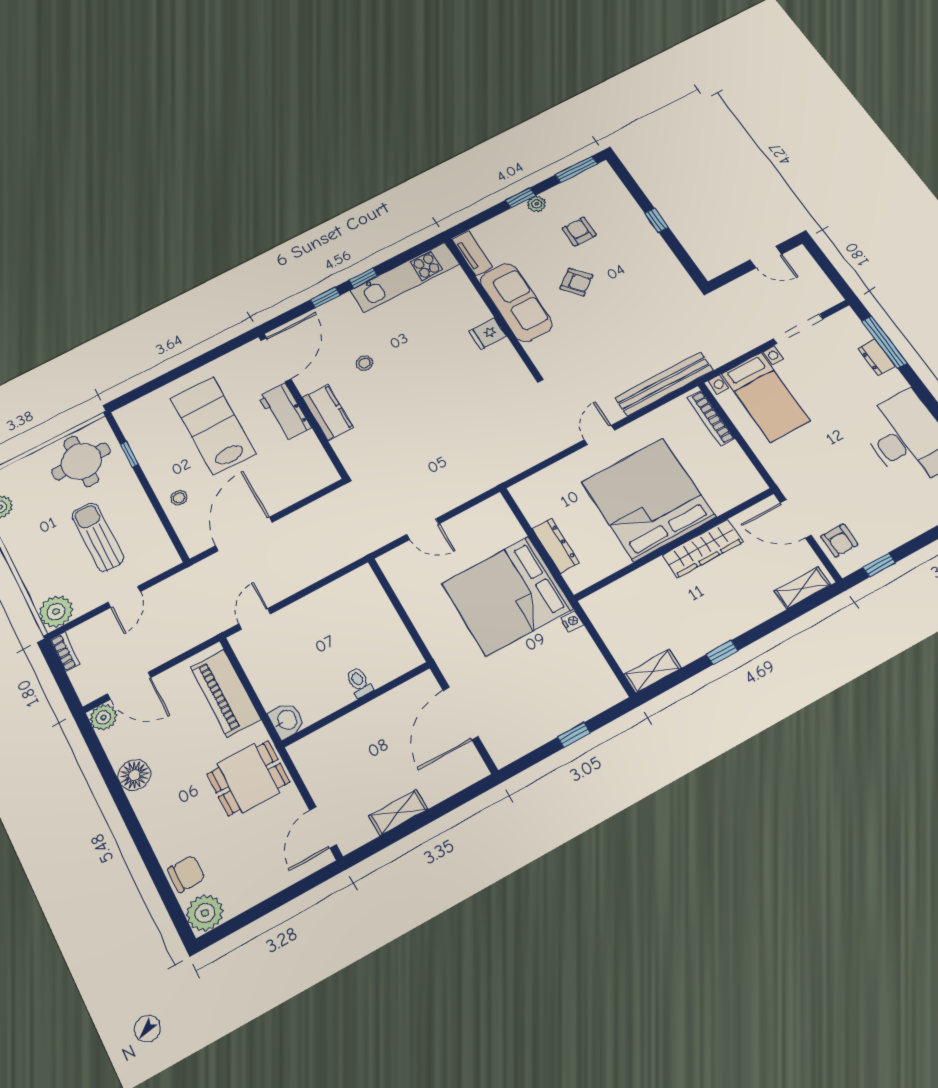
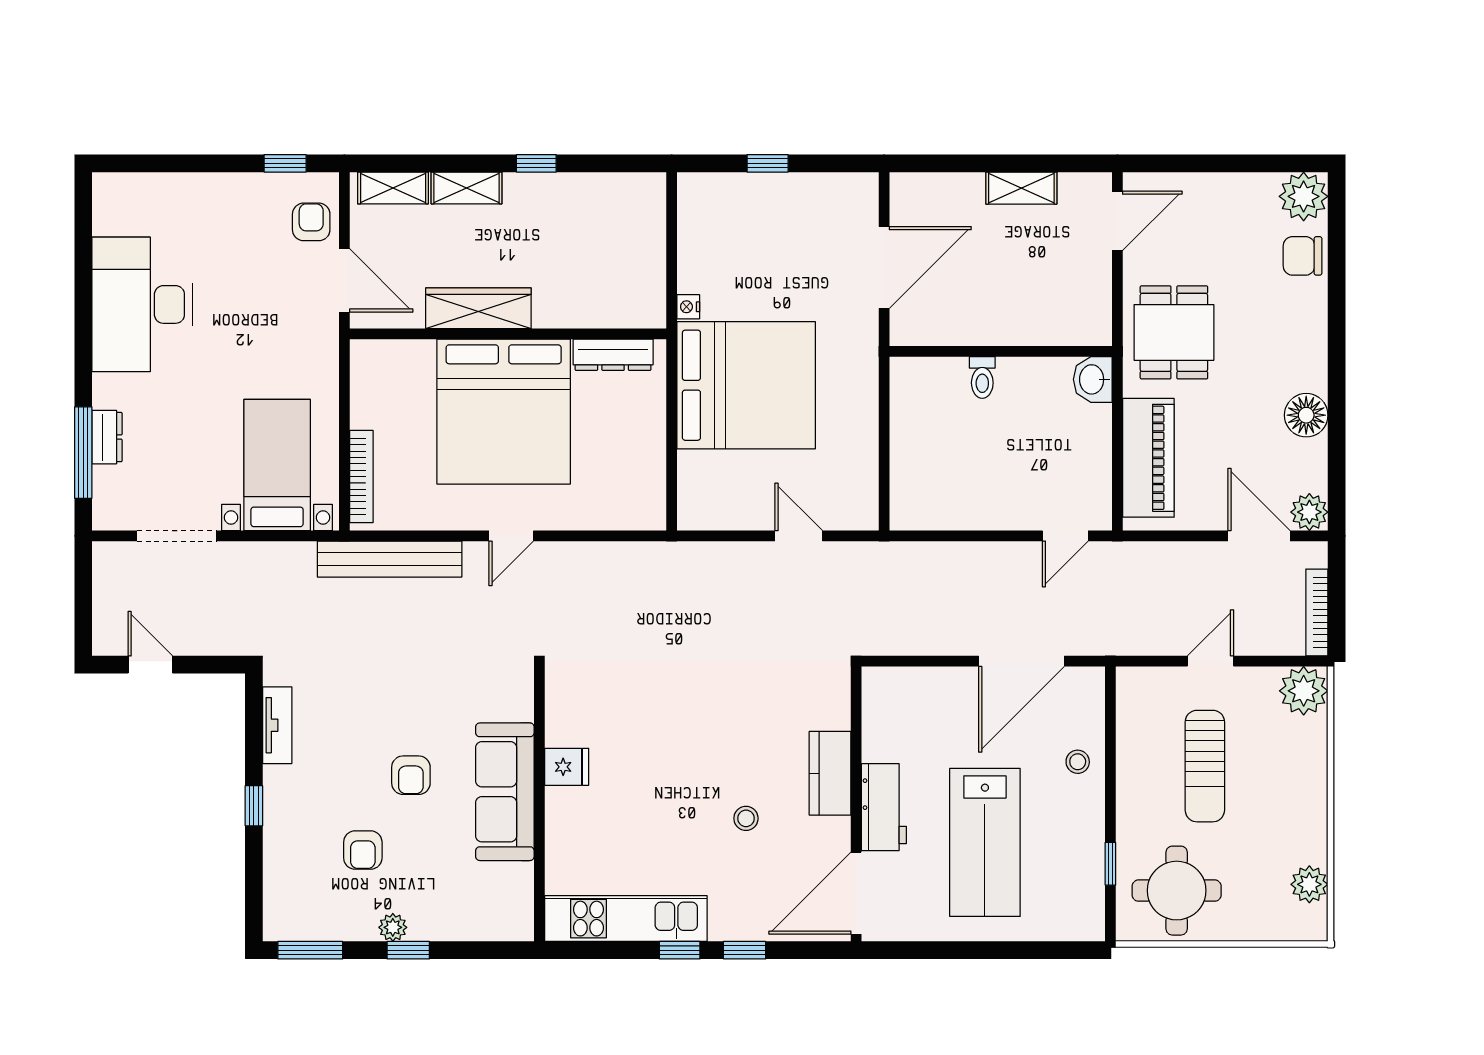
tv unit: (472, 253) -> (277, 725), moved, turned 180
armchair: (576, 282) -> (411, 775), turned -141
dresser: (556, 546) -> (613, 355), moved, turned -90
bookcase: (65, 652) -> (1317, 613), width x1.56
shelving: (653, 671) -> (467, 188), moved
dining table: (248, 778) -> (1174, 332), turned 90

